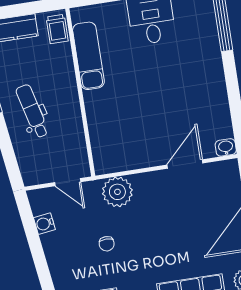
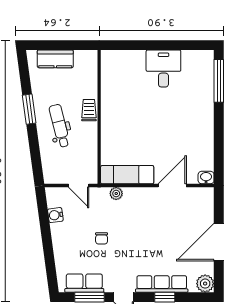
trolley: (57, 29) -> (89, 110), moved, turned 180
exam couch: (88, 56) -> (127, 175), moved, turned -90
plant: (117, 192) -> (116, 194), width x0.53, depth x0.53

